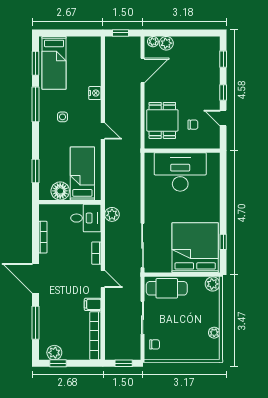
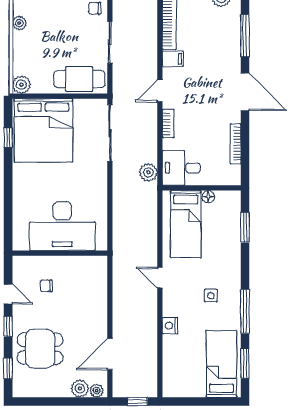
dining table: (162, 120) -> (40, 349), moved, turned 90
floor lamp: (60, 191) -> (208, 197), width x0.53, depth x0.53
door: (103, 279) -> (160, 91), hinge flipped

